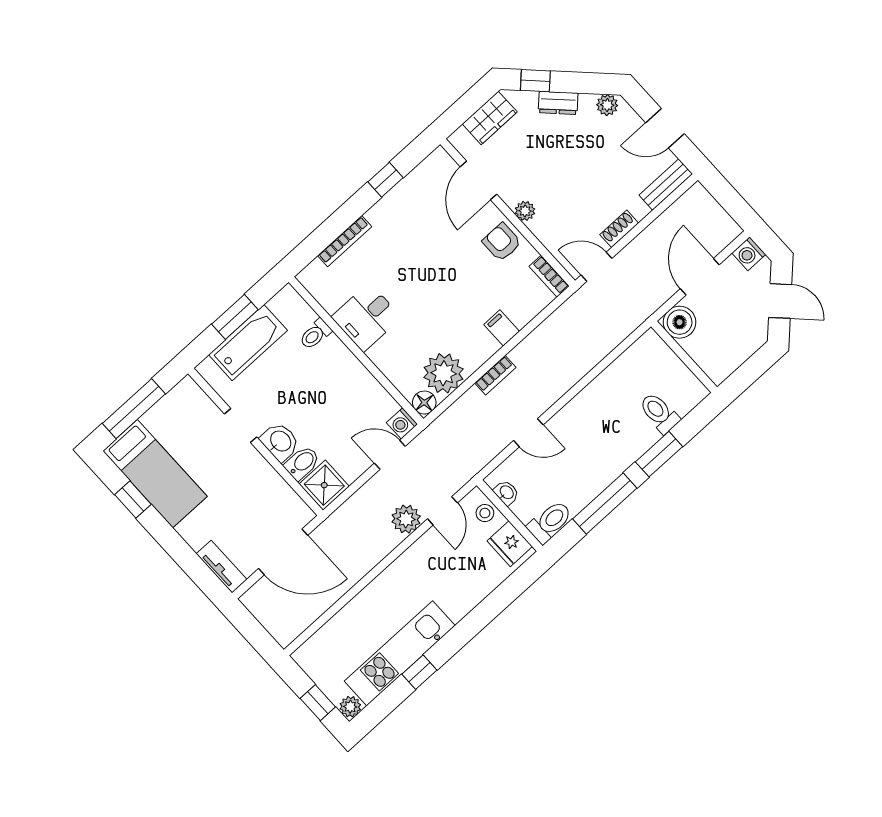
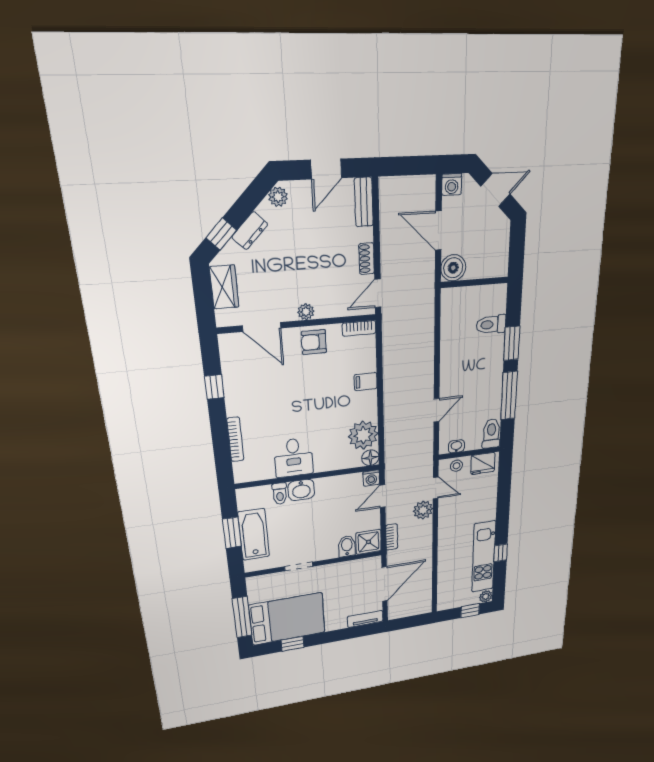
bookcase: (495, 375) -> (392, 537), moved
washbasin: (280, 442) -> (301, 490), moved, turned 180
bed: (155, 474) -> (287, 619), width x1.50

